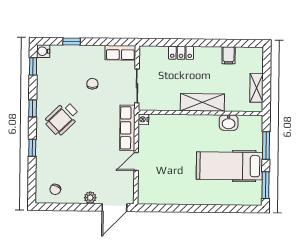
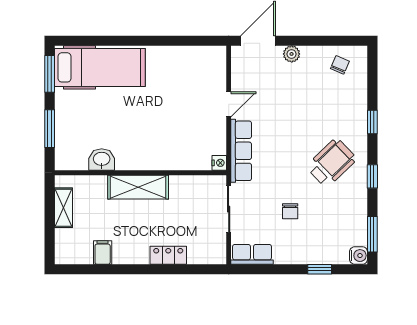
window: (33, 66) -> (372, 234), width x1.50
hospital bed: (229, 166) -> (100, 67), moved

